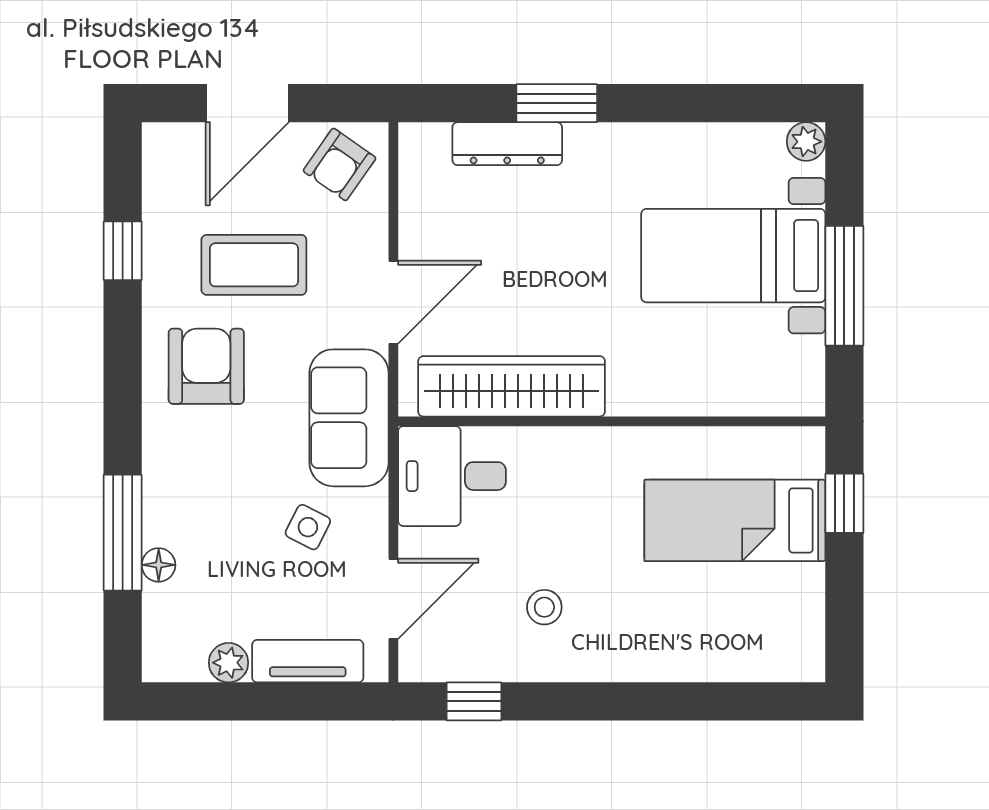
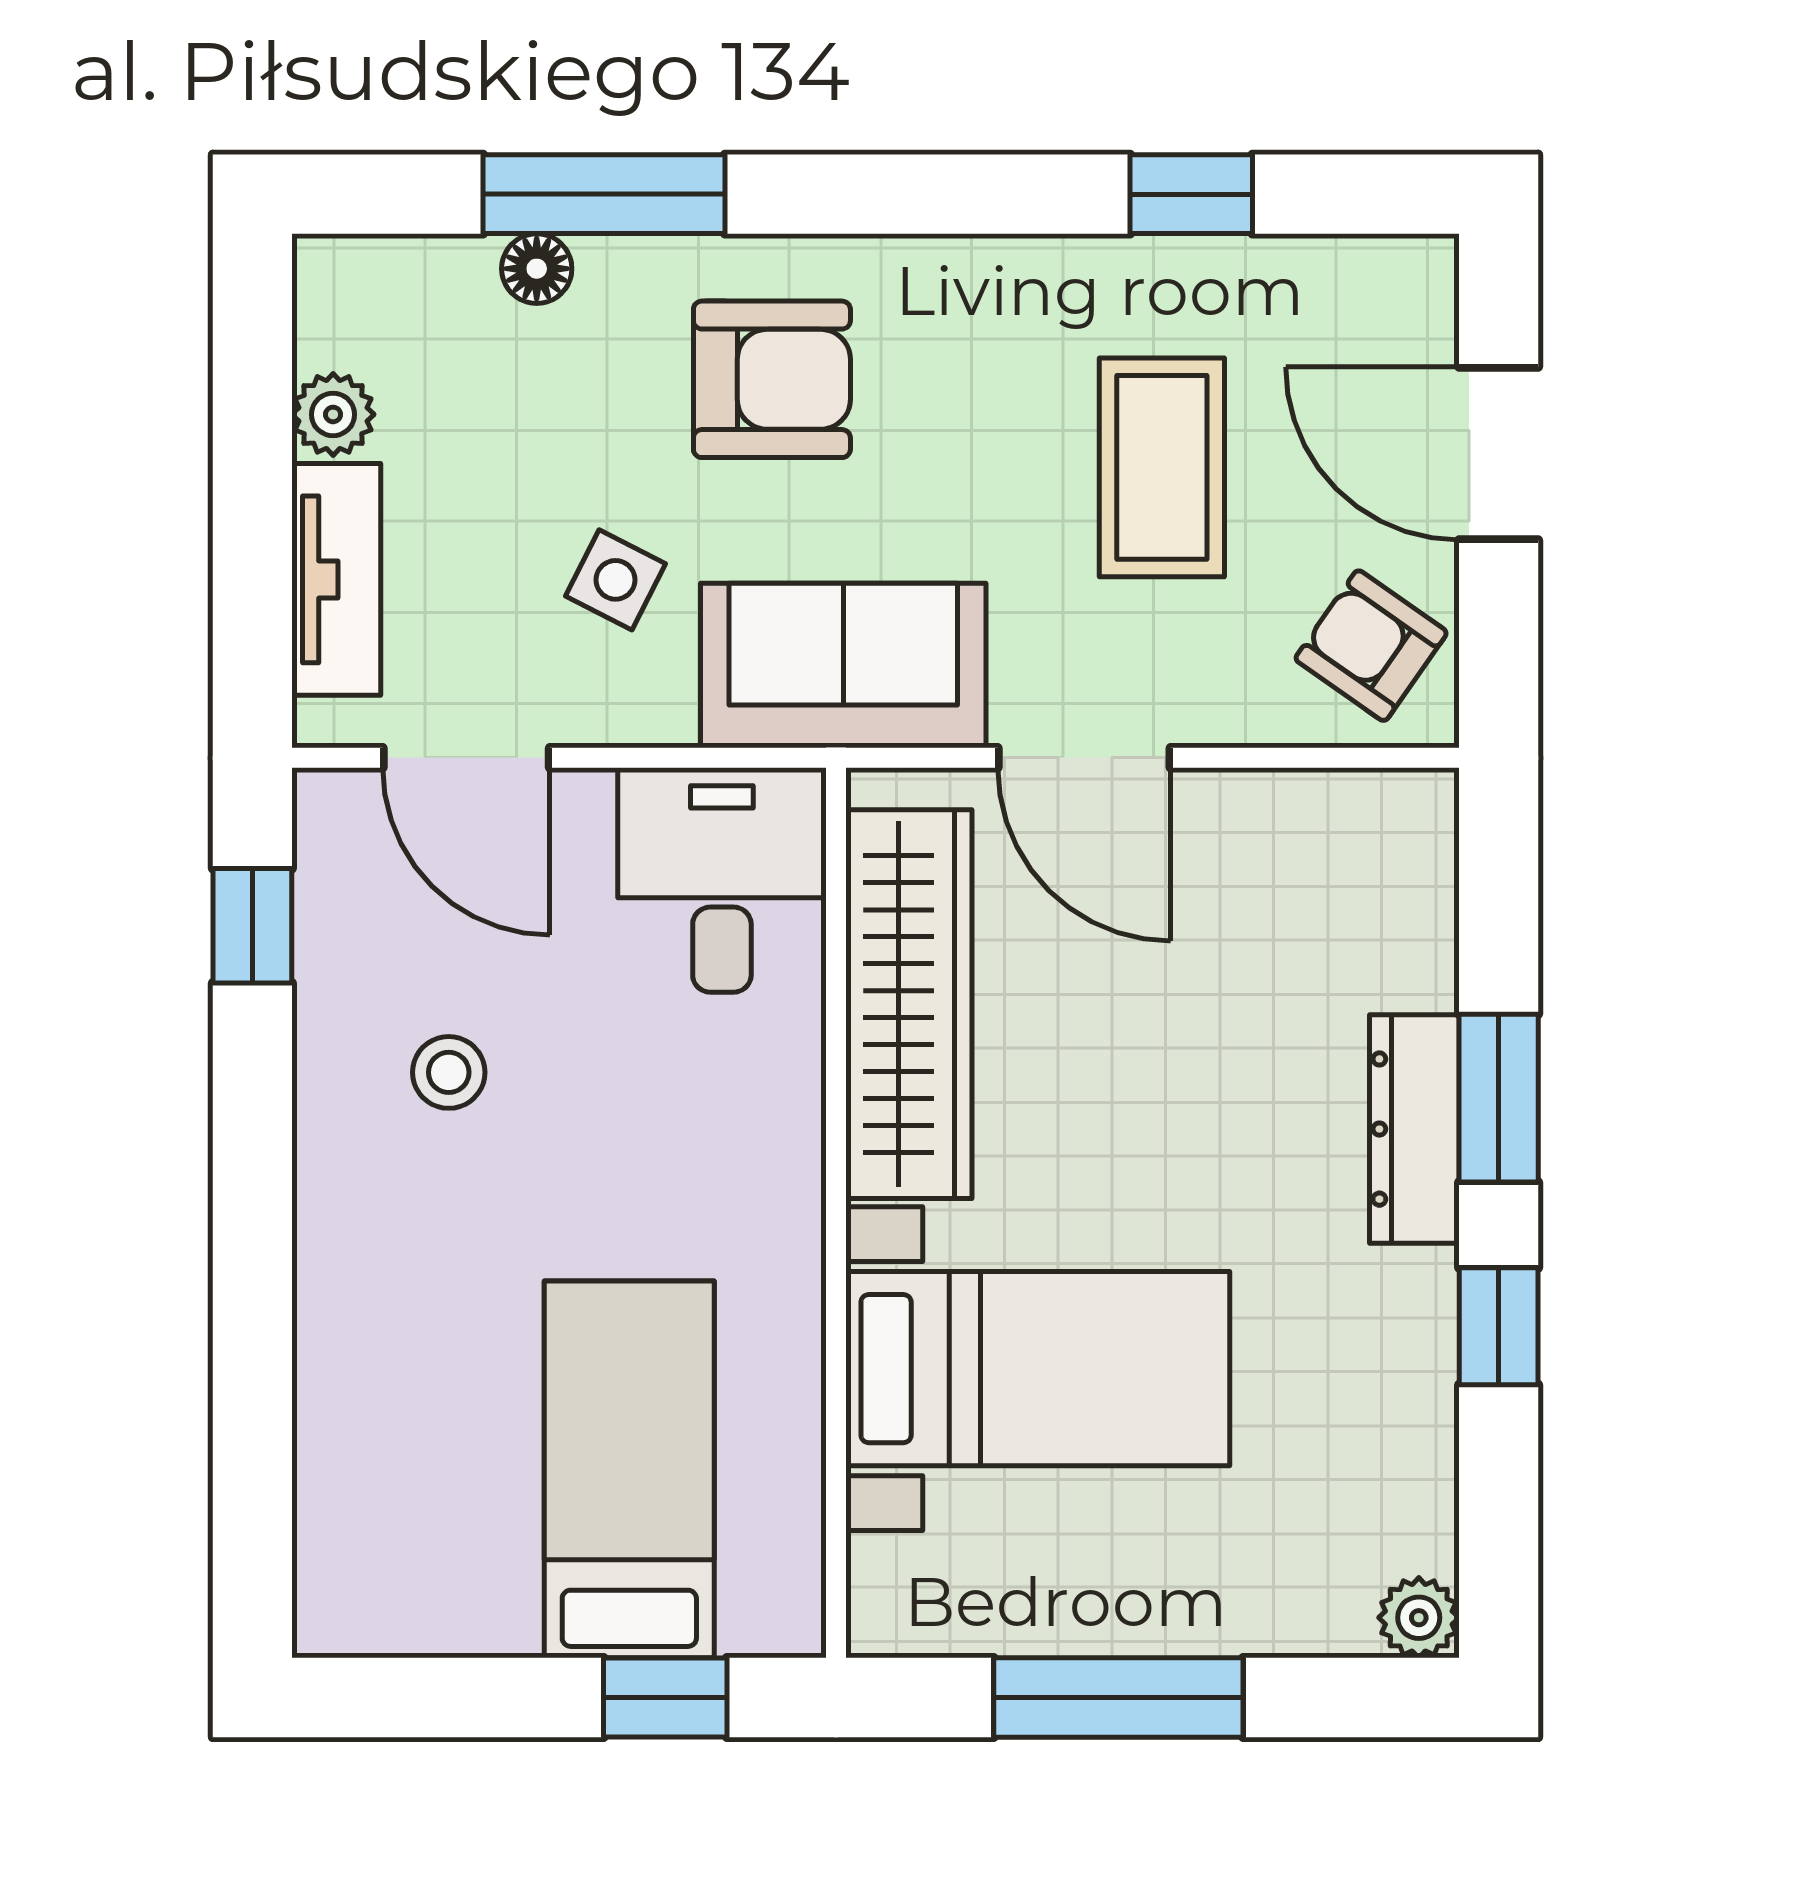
window: (666, 103) -> (1499, 1326), added
dresser: (507, 144) -> (1414, 1129), moved
bed with nightstands: (733, 256) -> (1038, 1369), moved, turned 90
armchair: (206, 366) -> (772, 379), moved

